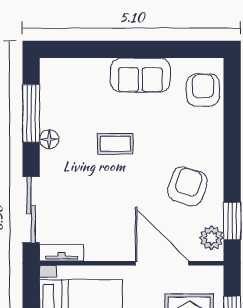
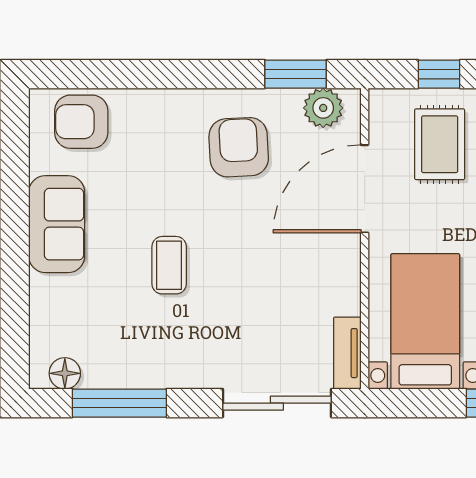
floor lamp: (49, 139) -> (65, 373), moved
armchair: (187, 186) -> (239, 147), turned 70

